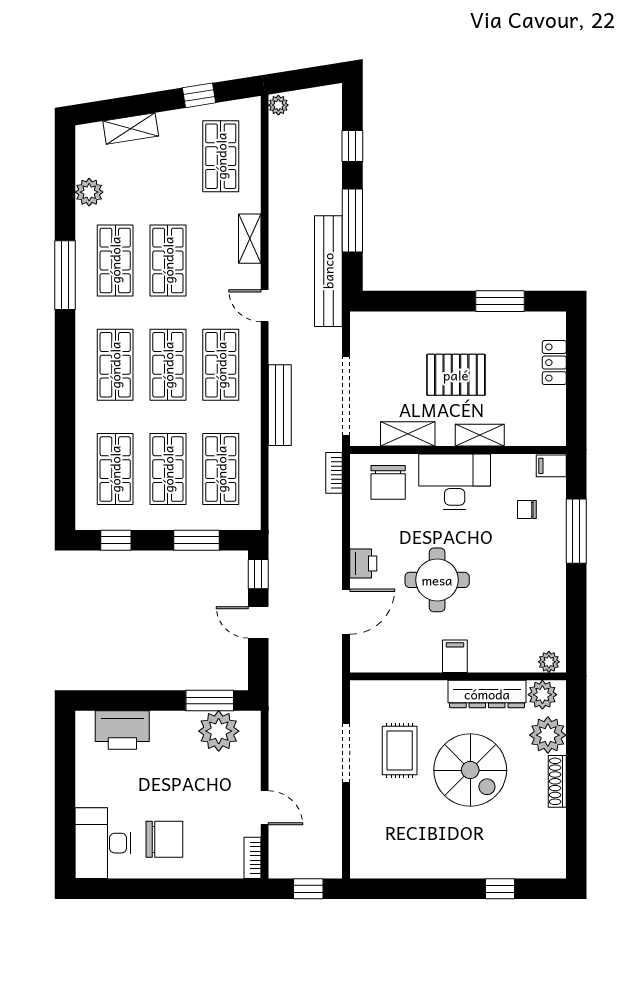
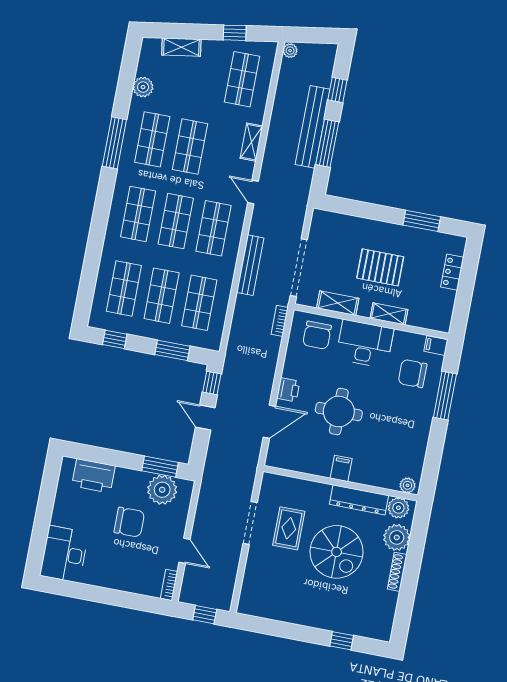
bench: (328, 271) -> (313, 127), moved
chair: (527, 510) -> (413, 373), width x1.87, depth x1.87
chair: (164, 839) -> (129, 522), moved

